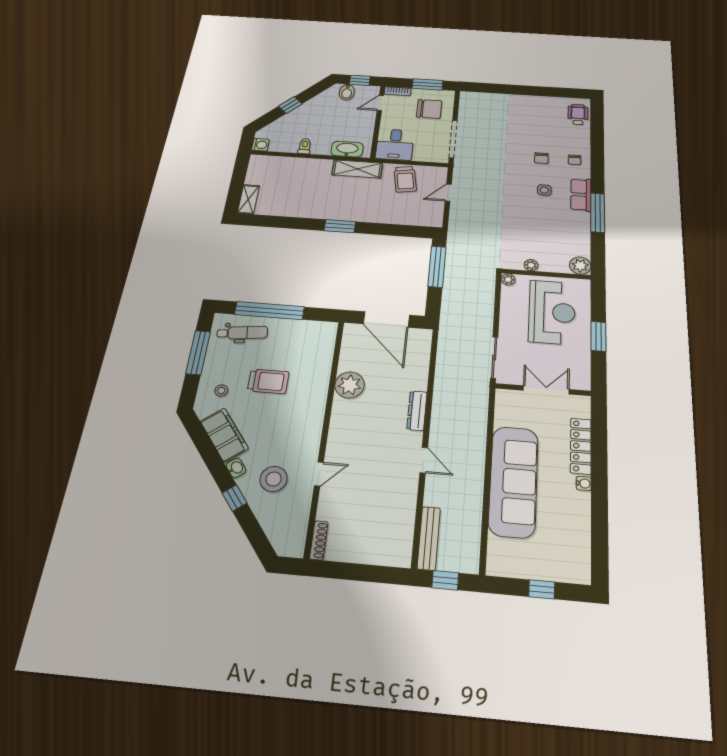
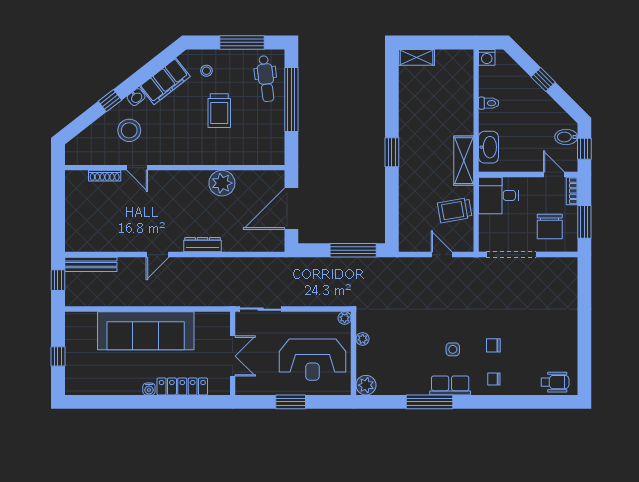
shoe rack: (319, 540) -> (105, 176), moved

